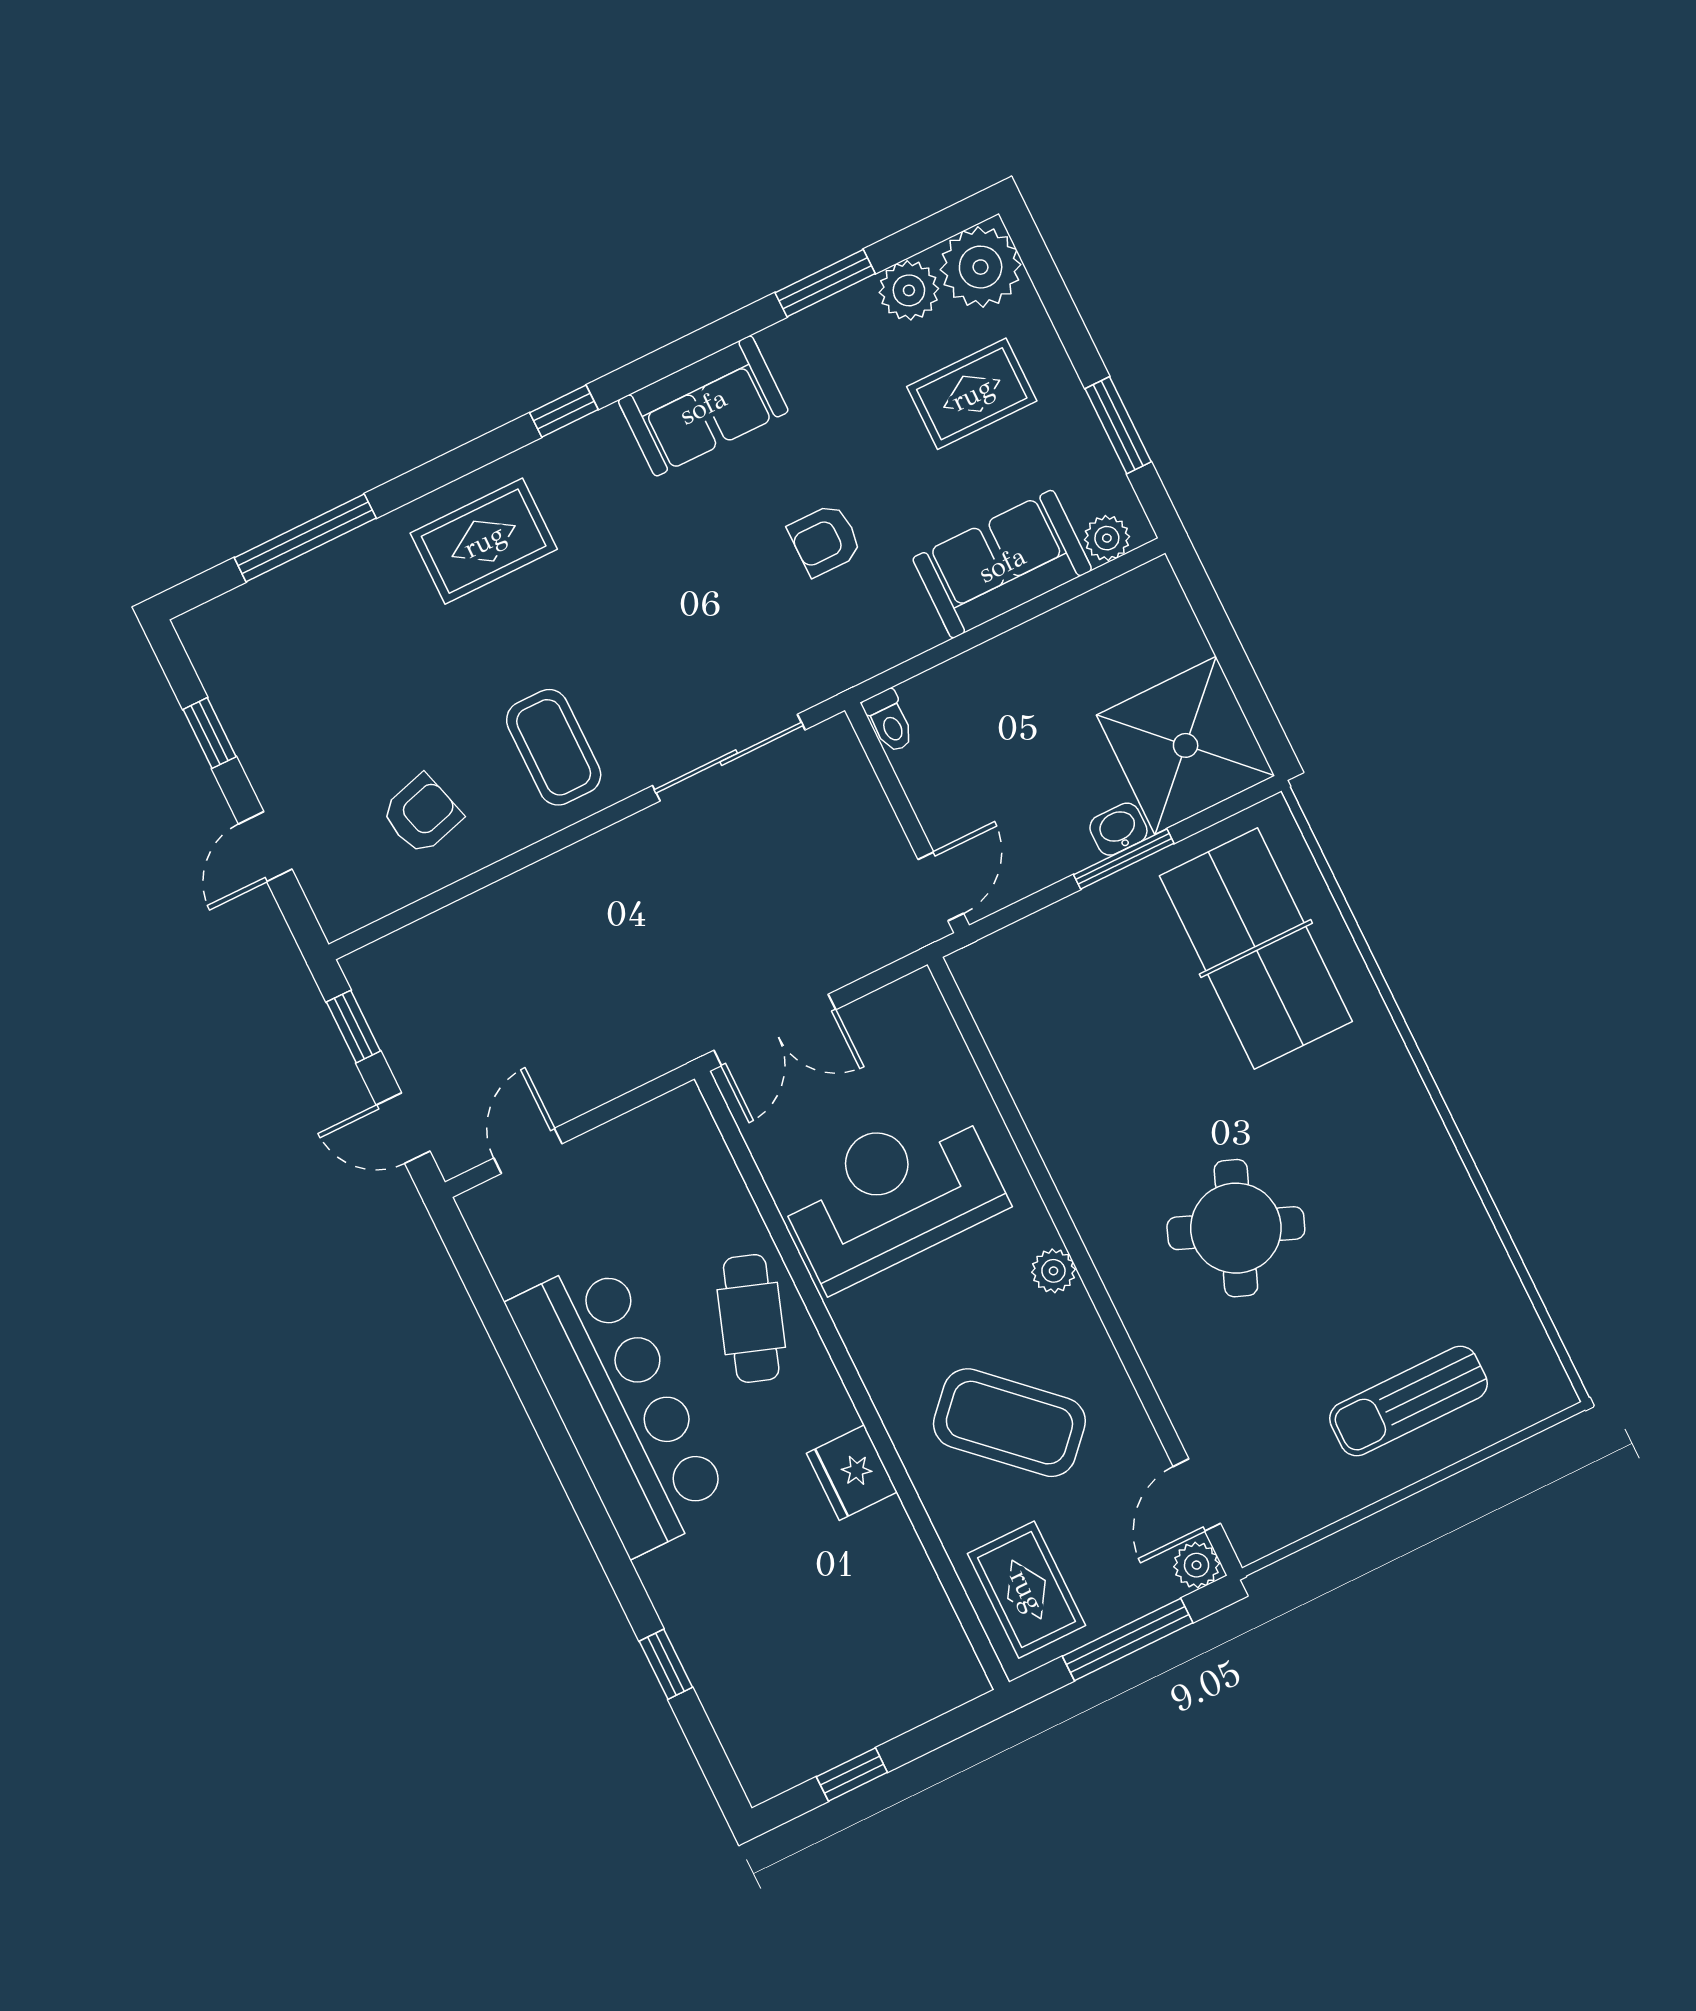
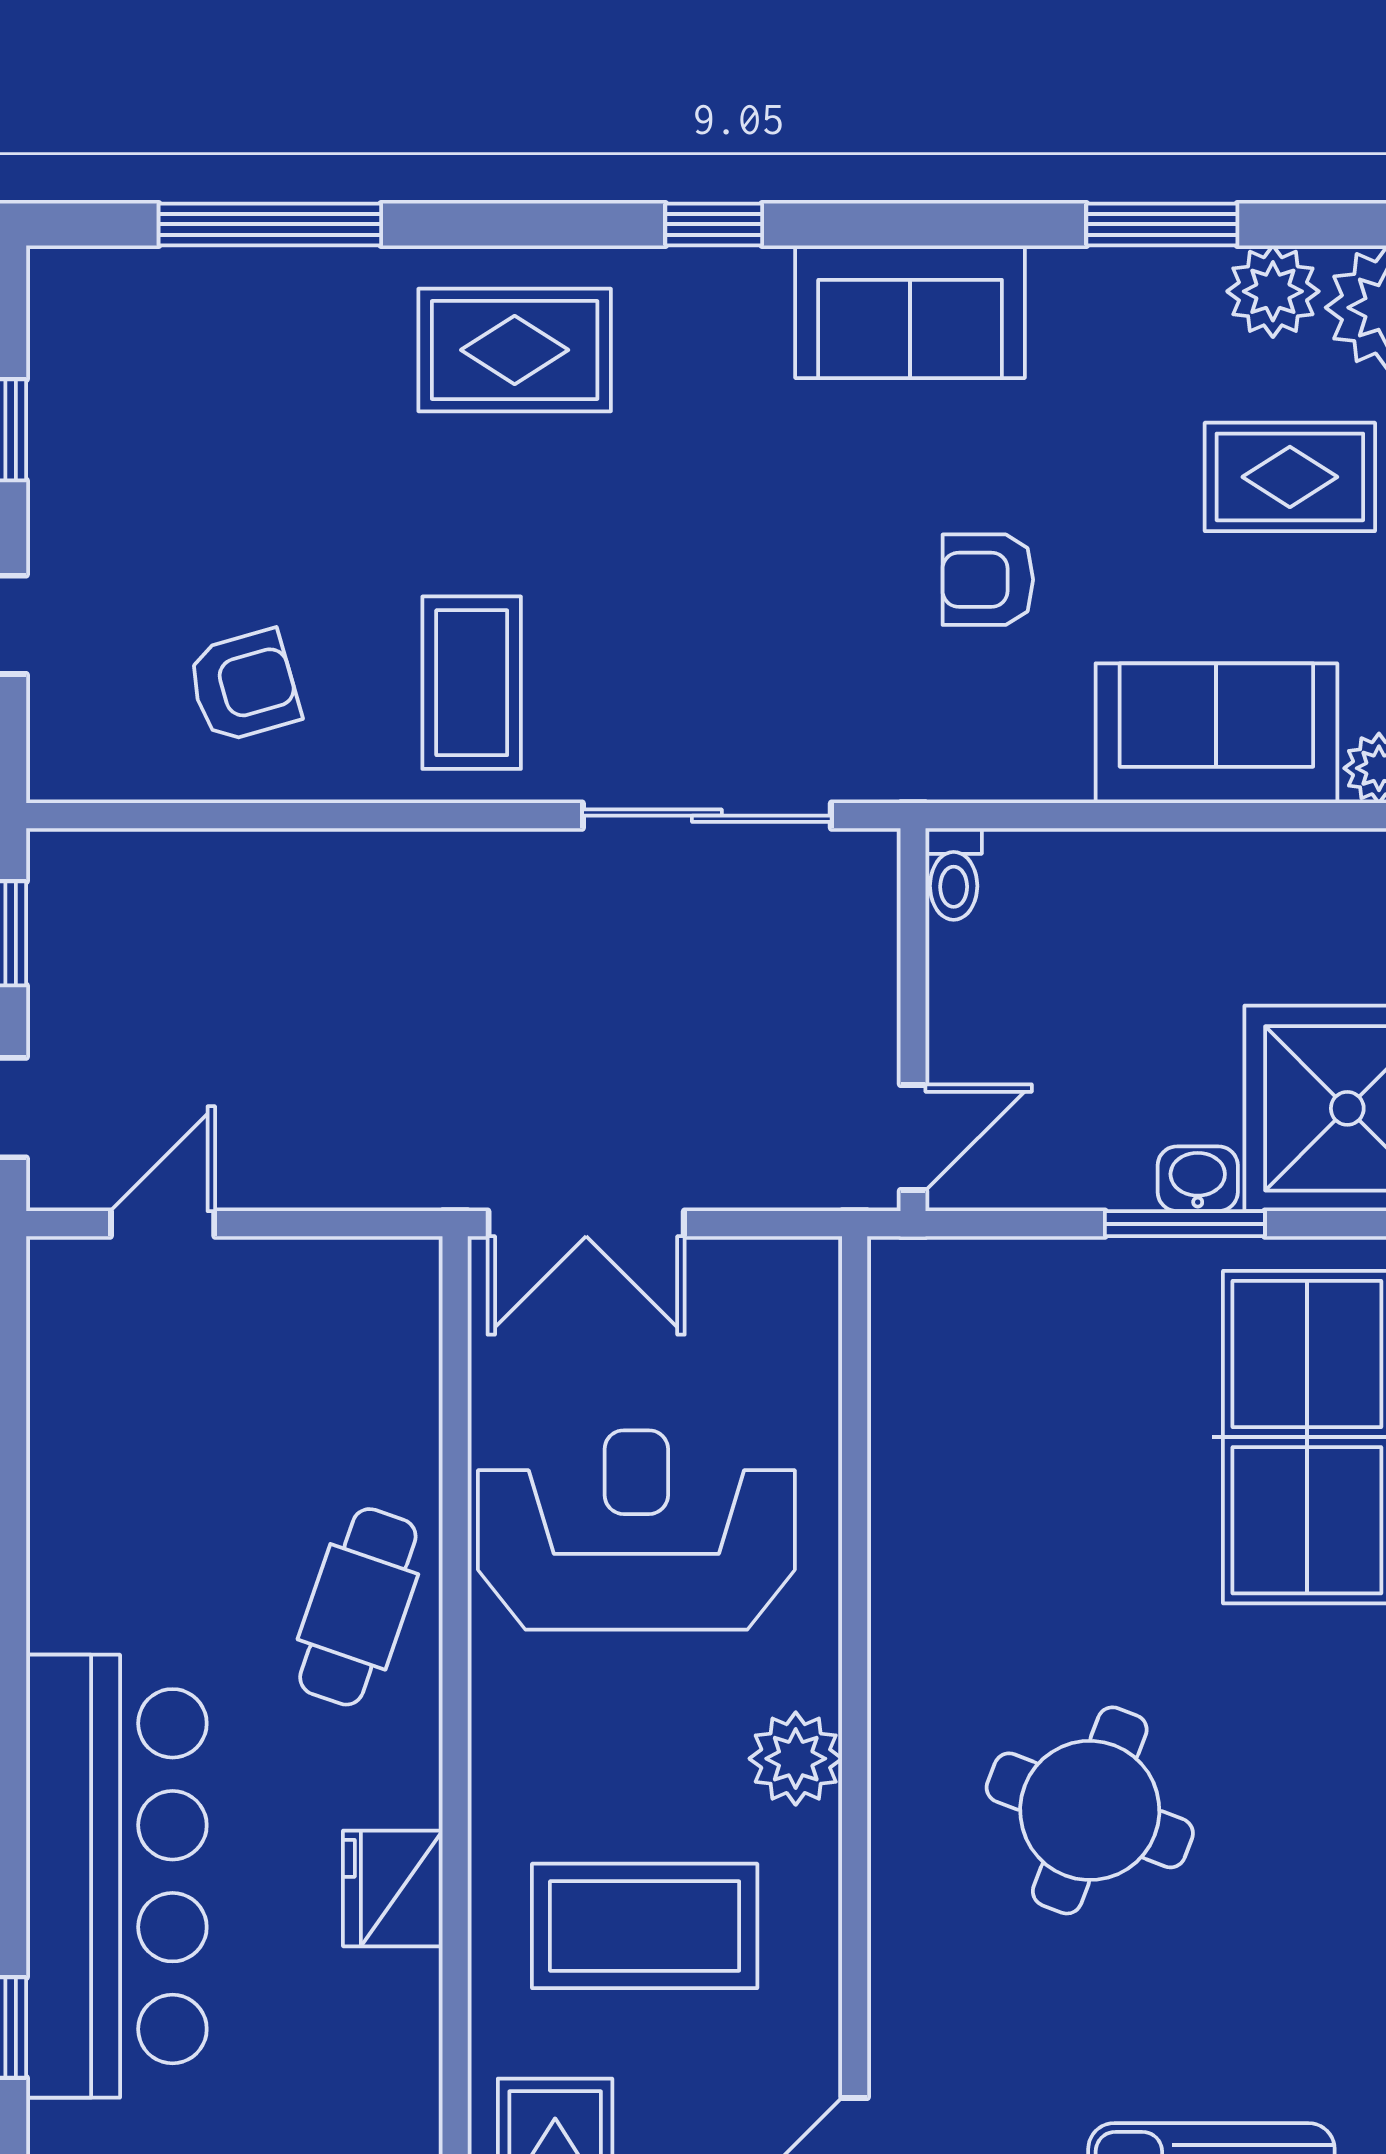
plant: (1053, 1271) -> (796, 1759), width x1.38, depth x1.38
bar counter: (619, 1406) -> (116, 1876), moved
coffee table: (1009, 1423) -> (645, 1926), turned -43

